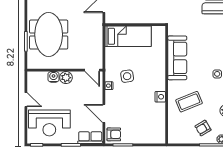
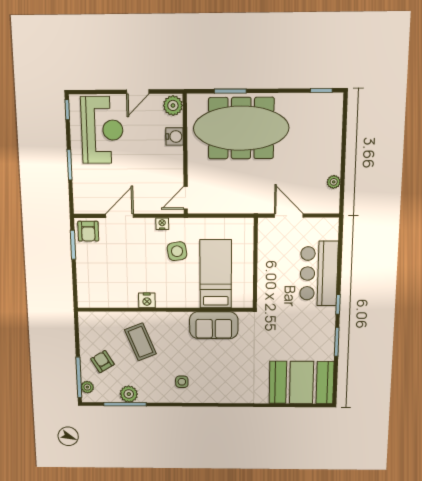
meeting table: (49, 35) -> (241, 128), width x1.36
bed: (128, 36) -> (216, 274), moved, turned 180
sofa: (177, 58) -> (214, 325), width x0.73
plant: (66, 78) -> (173, 105), moved
reception desk: (49, 123) -> (102, 130), turned 180
row of seats: (90, 138) -> (82, 195), removed

